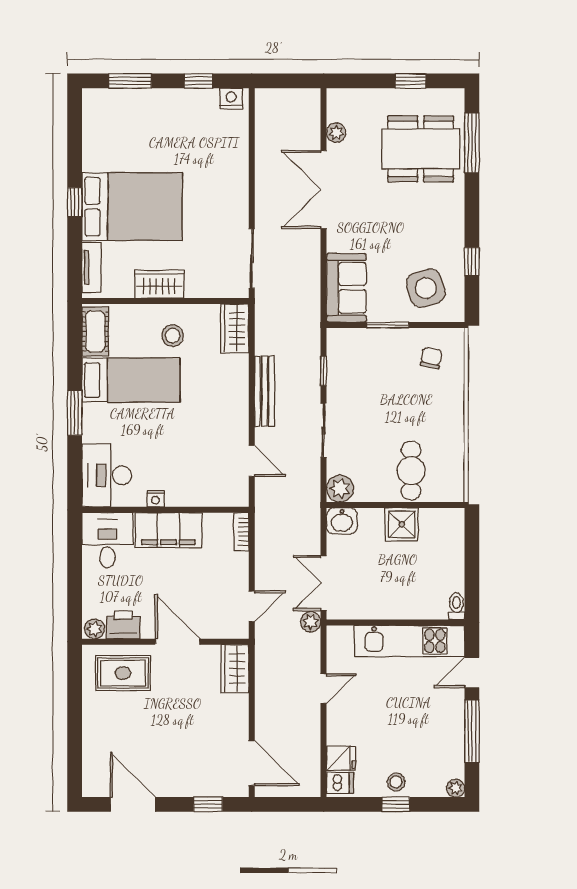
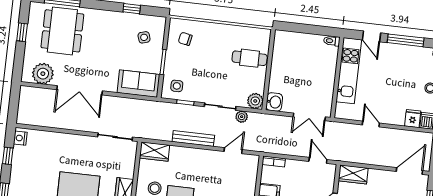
plant: (336, 133) -> (43, 74), width x1.88, depth x1.88
side table: (426, 288) -> (144, 37), width x0.54, depth x0.54
side table: (350, 353) -> (177, 86), added
shower: (402, 524) -> (280, 67), removed
plant: (311, 622) -> (242, 117), moved

